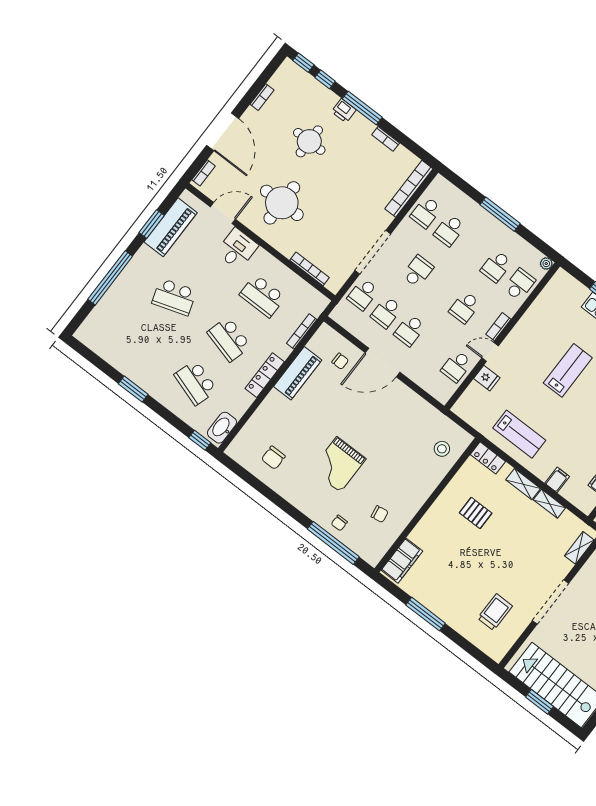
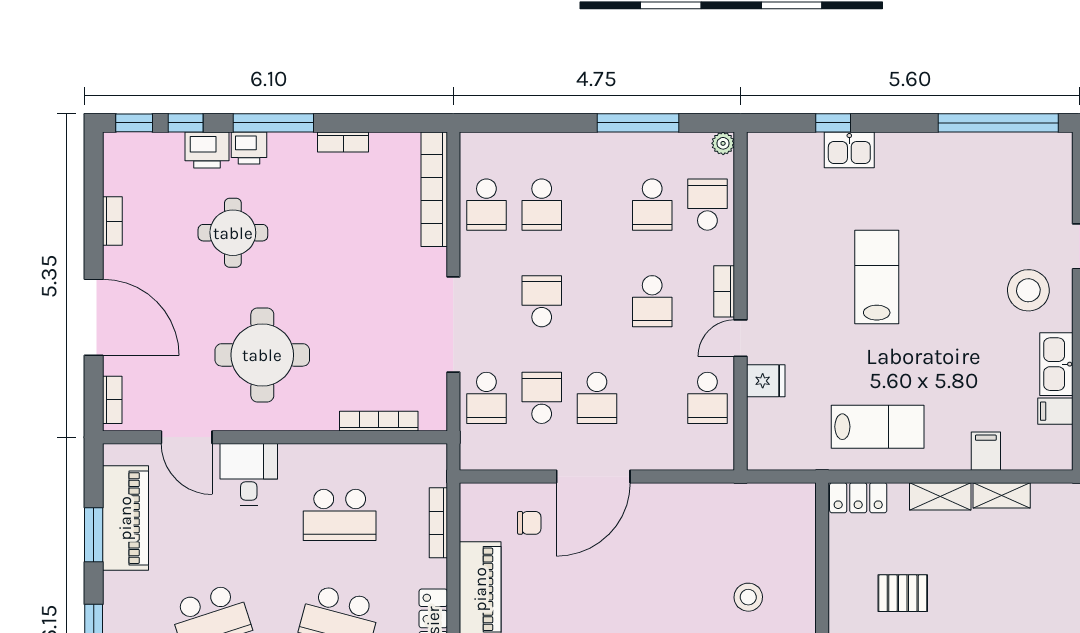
printer: (325, 98) -> (207, 150), added
door: (223, 213) -> (187, 437), swing flipped
window: (500, 214) -> (638, 123), moved
school desk: (386, 312) -> (542, 398), turned 180
stool: (442, 449) -> (748, 597), moved

